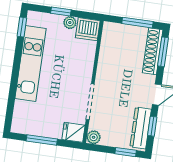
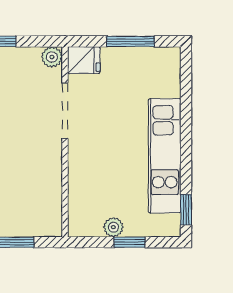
dishwasher: (88, 29) -> (85, 221), removed

